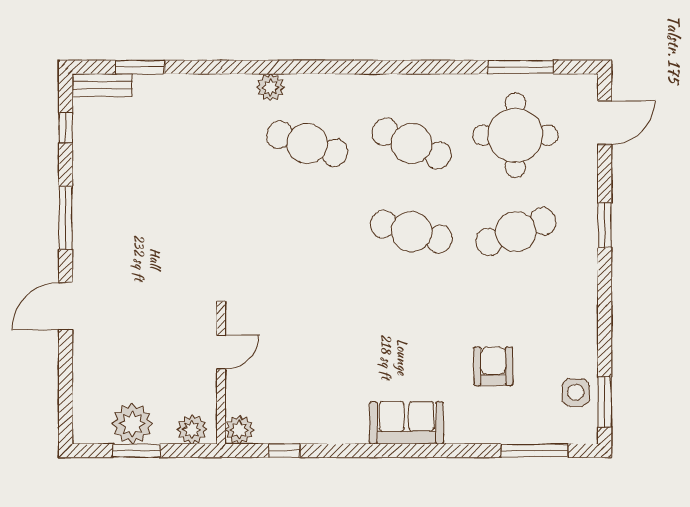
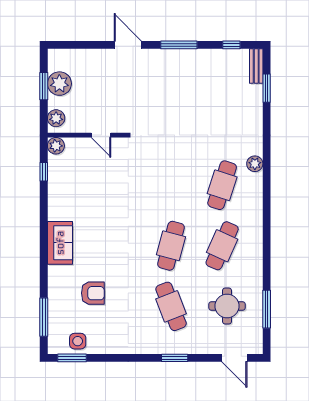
round table: (515, 135) -> (227, 306), width x0.73, depth x0.73

